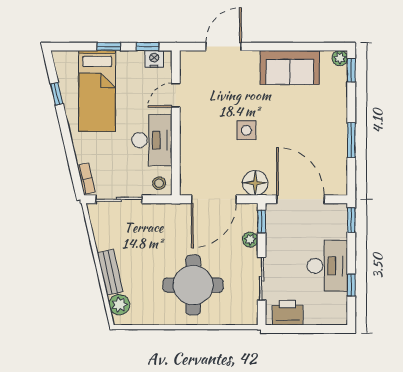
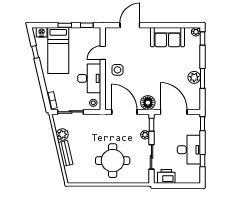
nightstand: (154, 59) -> (42, 32), moved
side table: (246, 130) -> (117, 70), moved
plant: (337, 138) -> (194, 77), added
door: (214, 199) -> (124, 112), swing flipped
plant: (119, 305) -> (62, 134), moved

